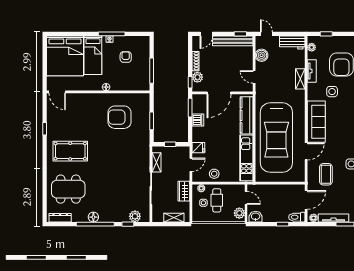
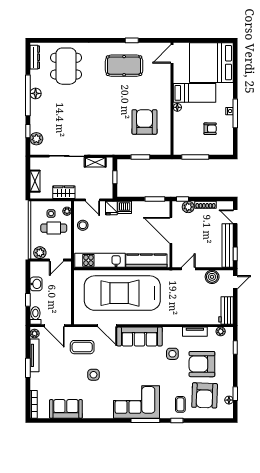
bed: (93, 55) -> (194, 93), moved, turned 180
shelving: (300, 79) -> (186, 319), removed
dishwasher: (198, 120) -> (125, 207), moved
pool table: (70, 151) -> (124, 66), moved, turned 90
washbasin: (256, 217) -> (36, 284), moved

